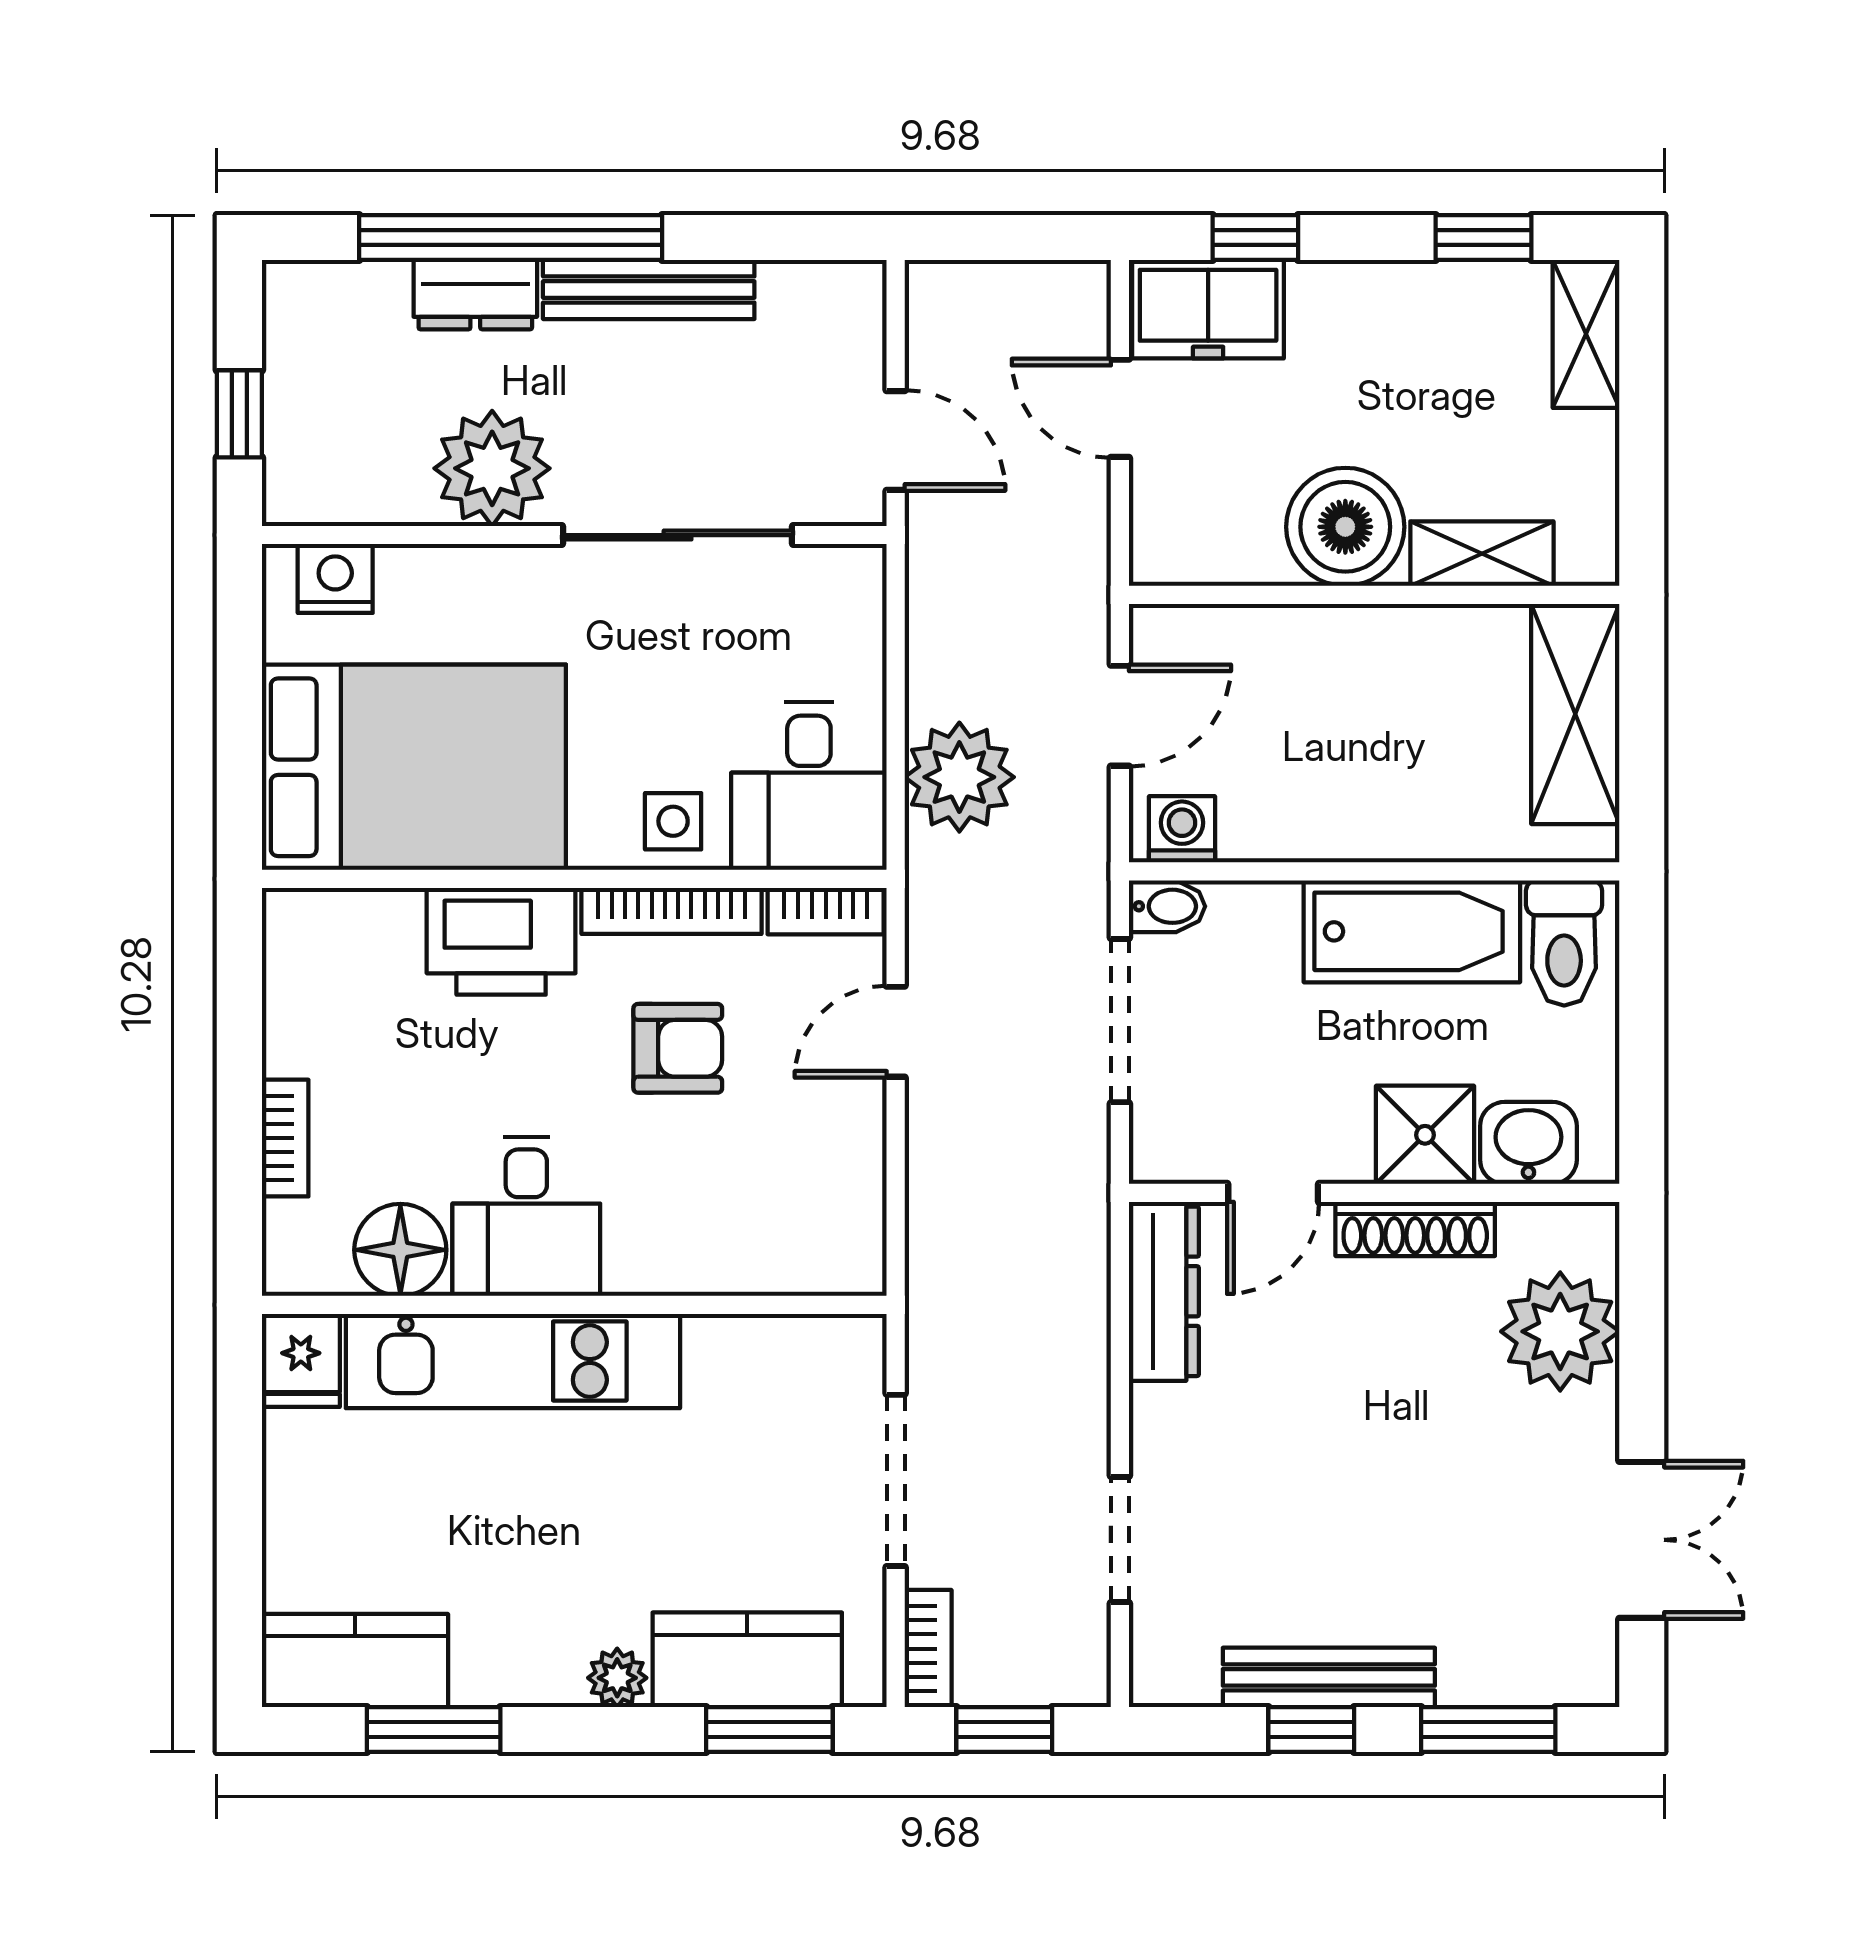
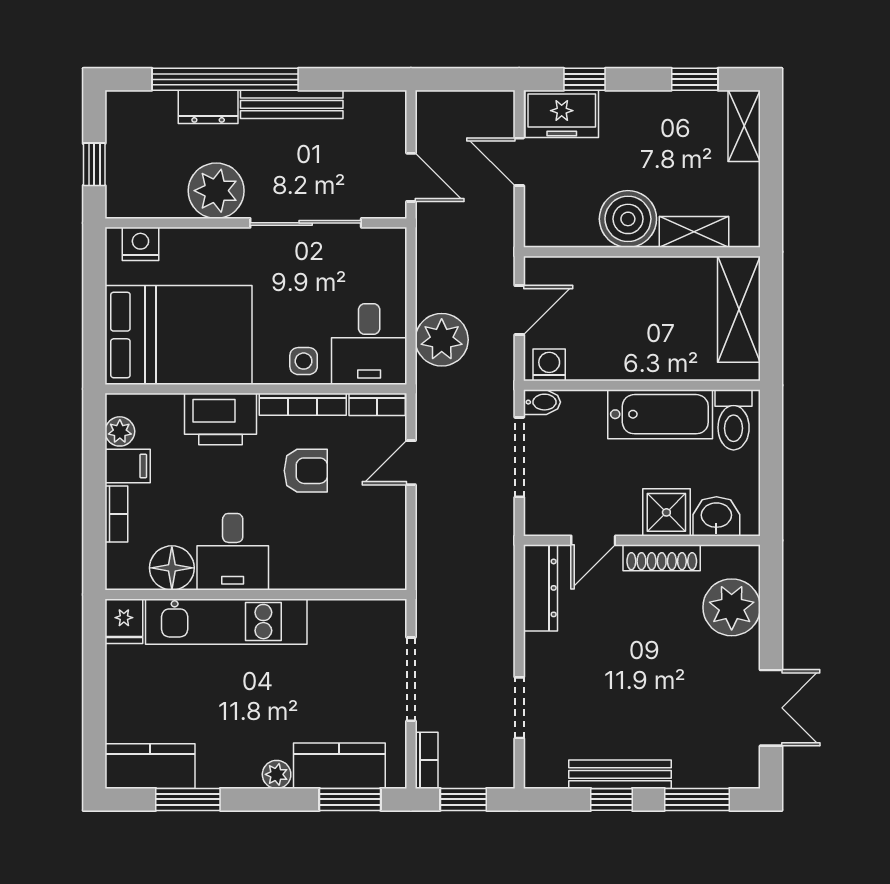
plant: (292, 967) -> (120, 431), added
filing cabinet: (308, 1039) -> (128, 466), added

